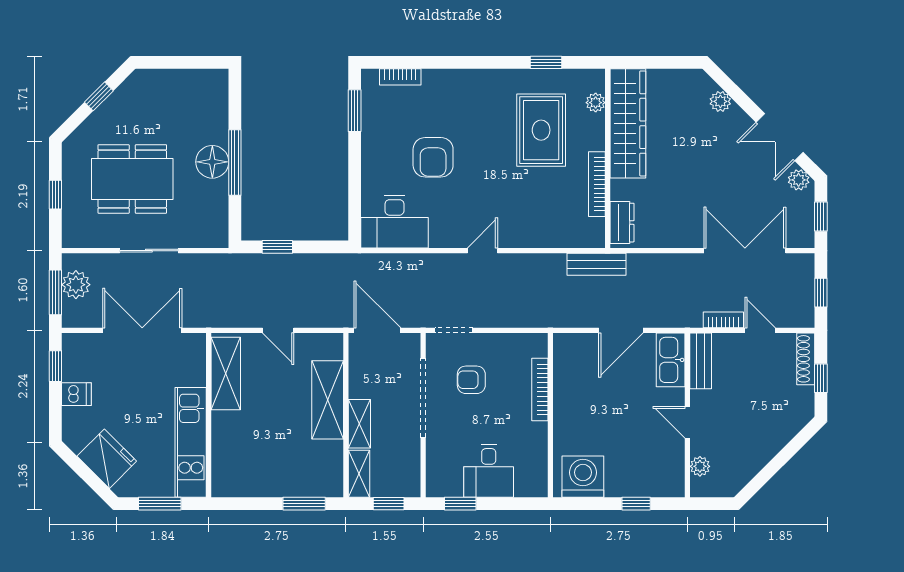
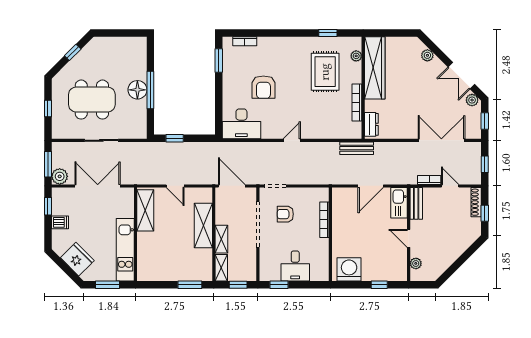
plant: (76, 285) -> (60, 176), moved

